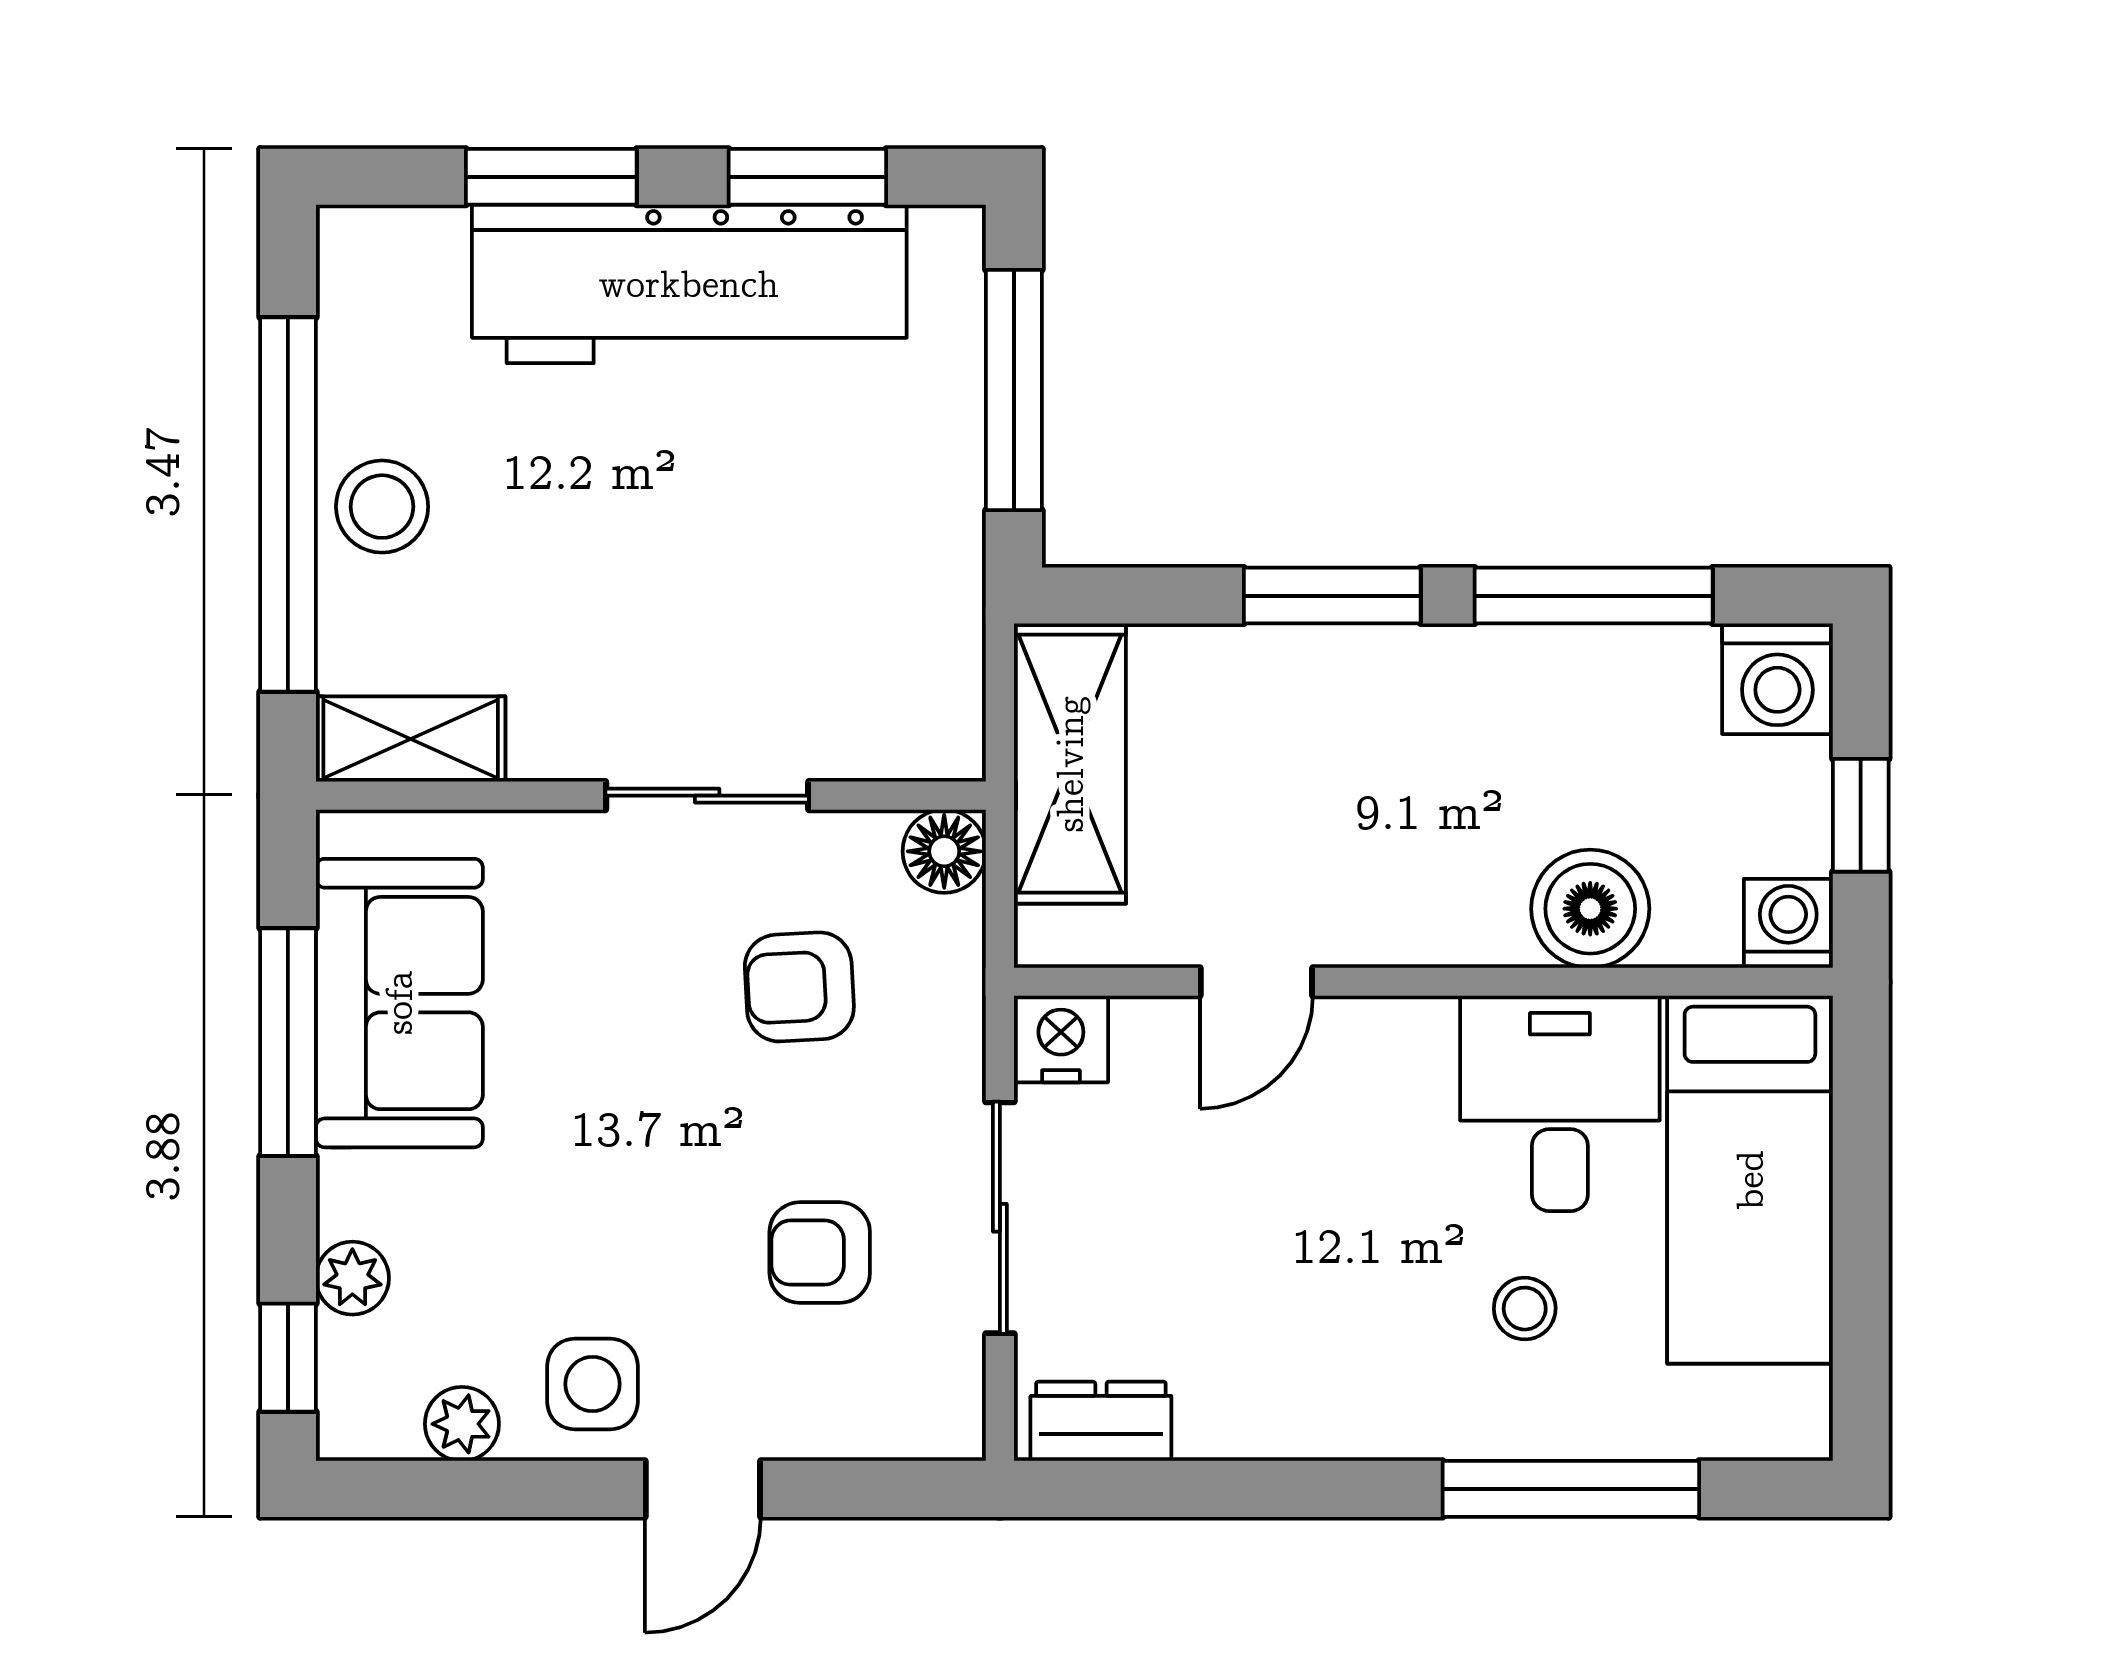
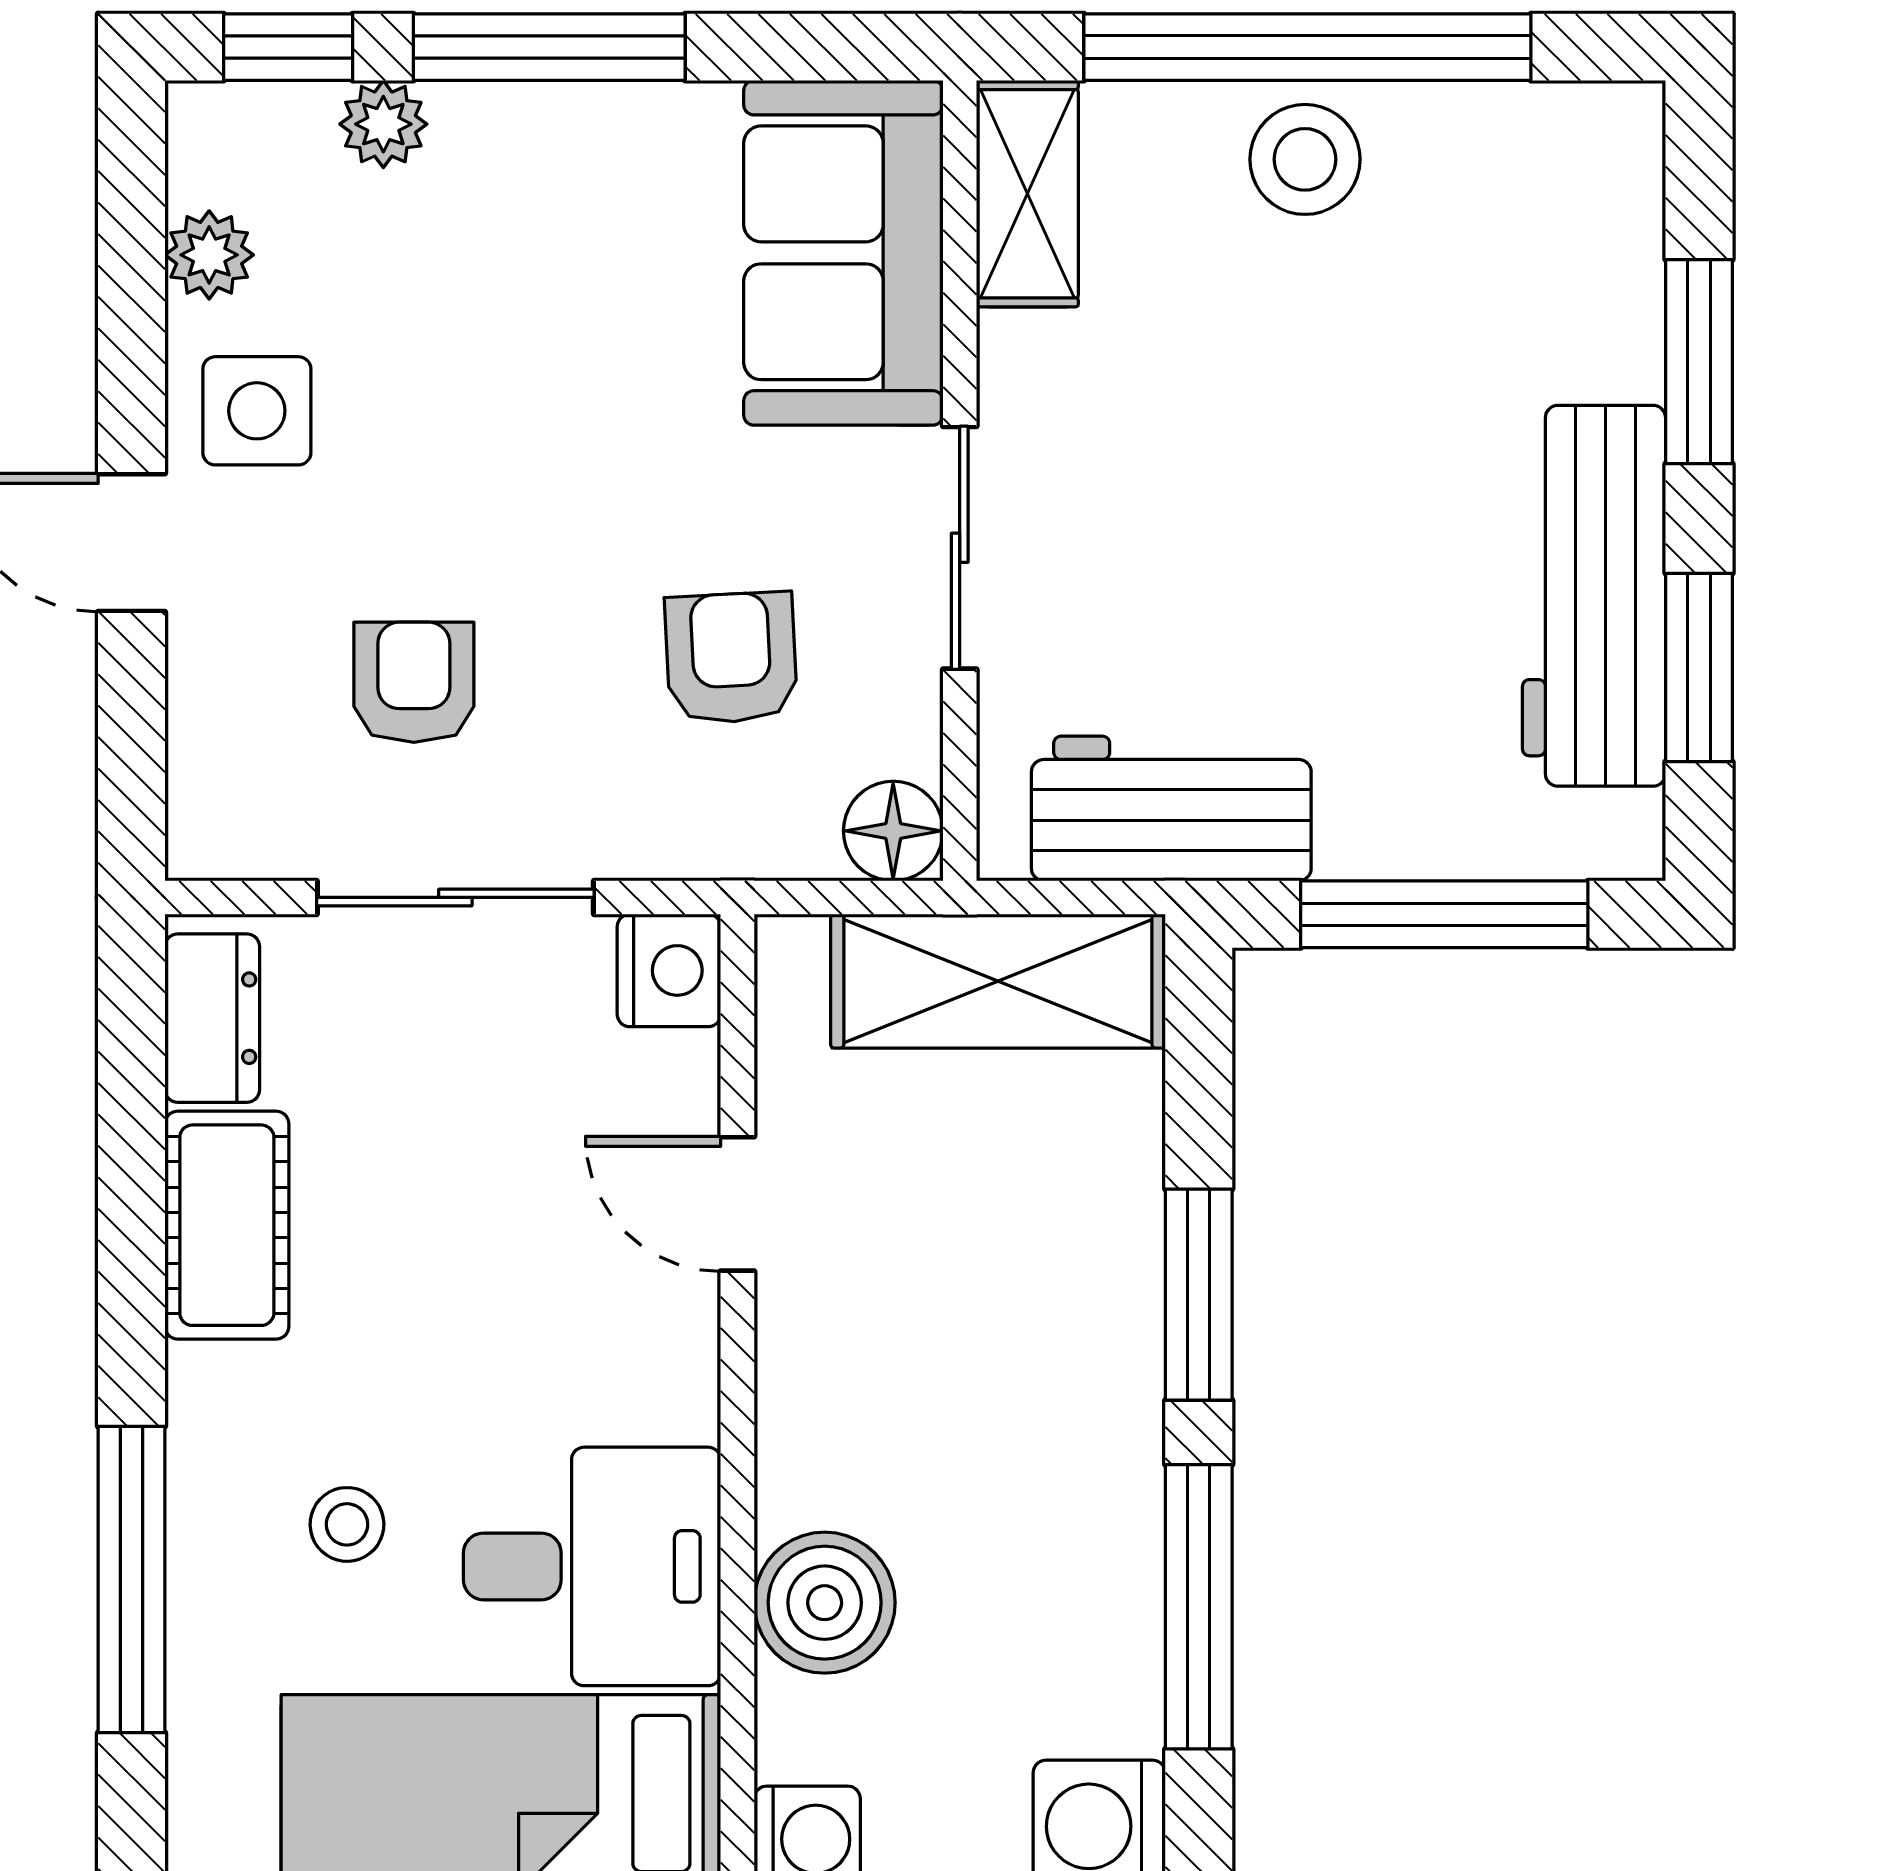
workbench: (689, 284) -> (1594, 596), width x0.73, depth x0.76
workbench: (925, 618) -> (1171, 809), added
sofa: (399, 1003) -> (843, 253), moved, turned 90
window: (288, 1042) -> (549, 47), moved
cot: (1274, 1409) -> (227, 1225), added

